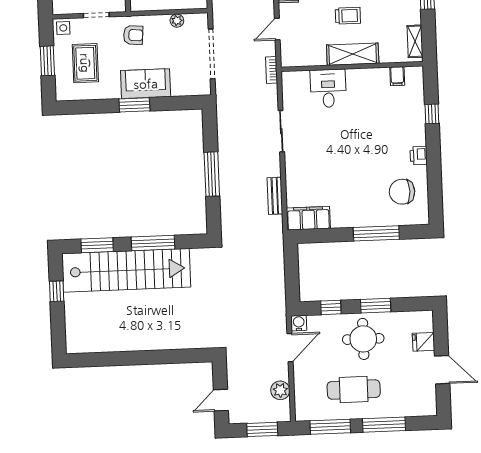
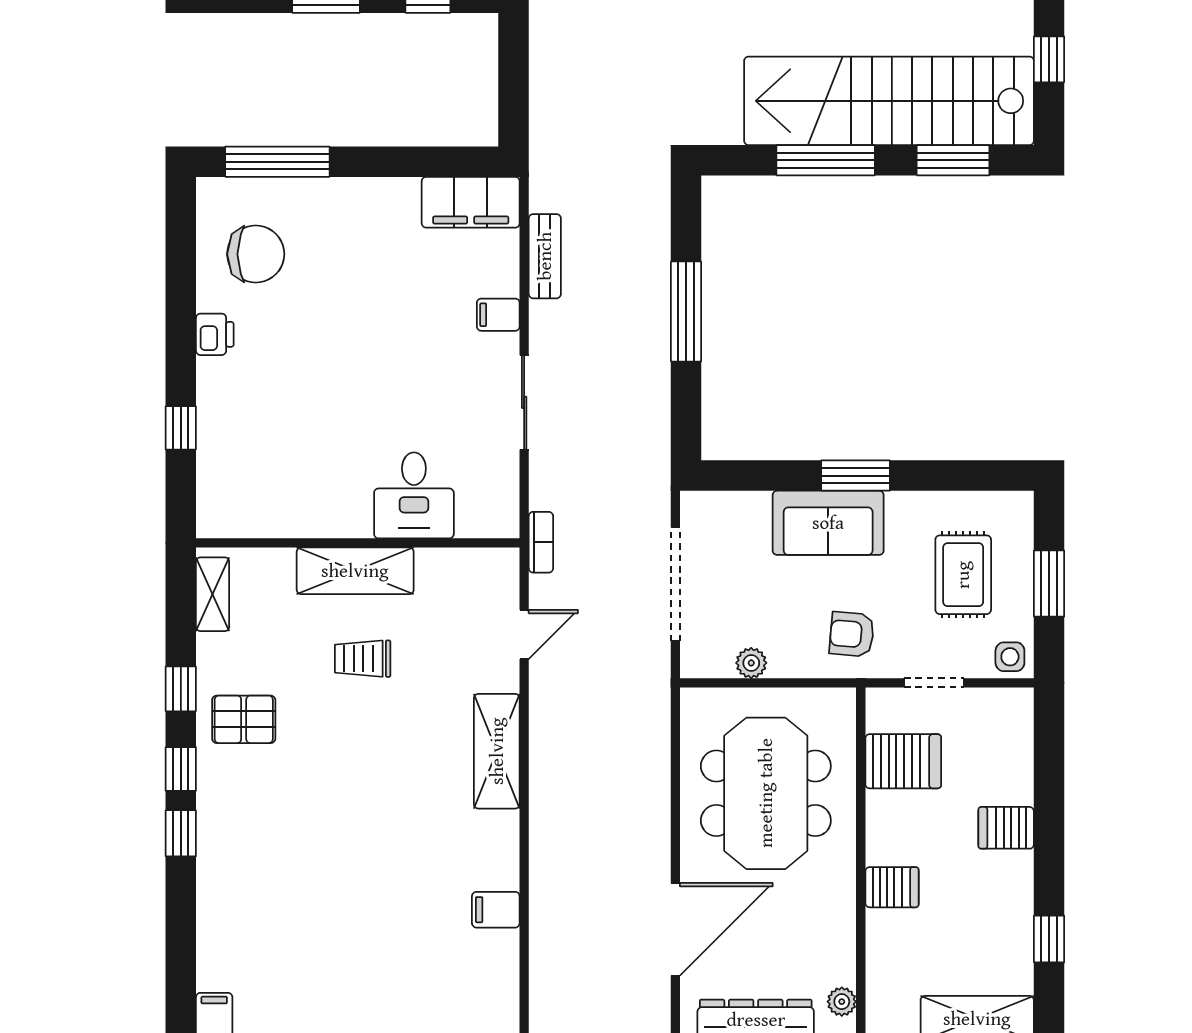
filing cabinet: (397, 76) -> (498, 315), moved, turned -90
window: (376, 233) -> (277, 162), moved

